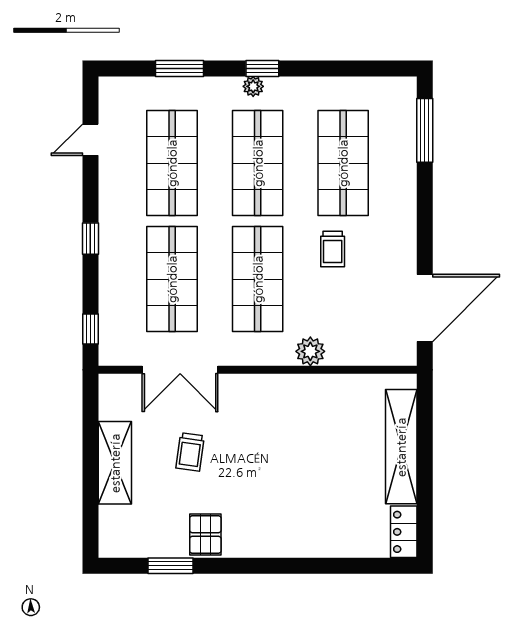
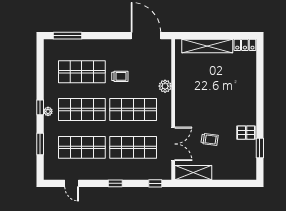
shelving: (115, 463) -> (193, 173), moved

